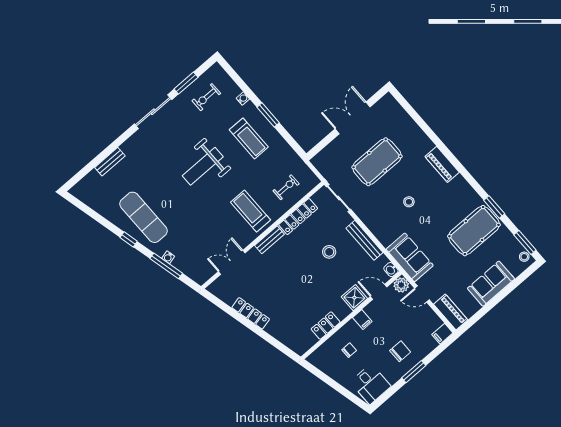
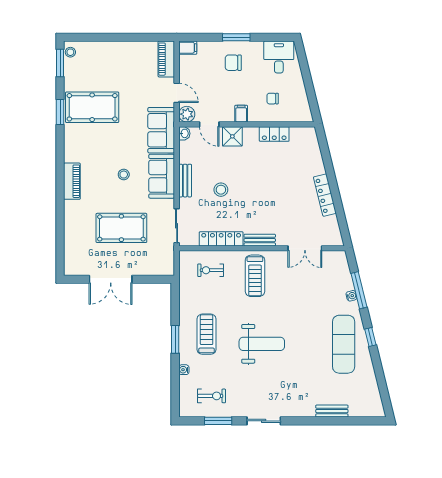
sliding door: (153, 112) -> (264, 421), width x0.73
bench: (365, 240) -> (185, 181), width x0.73
sofa: (491, 284) -> (162, 176), moved, turned 90

